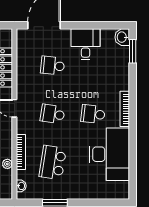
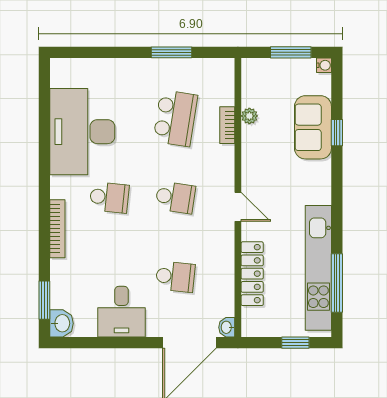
bookcase: (125, 109) -> (57, 229), moved
bookcase: (21, 152) -> (227, 125), width x0.64
washbasin: (21, 186) -> (227, 327), moved

